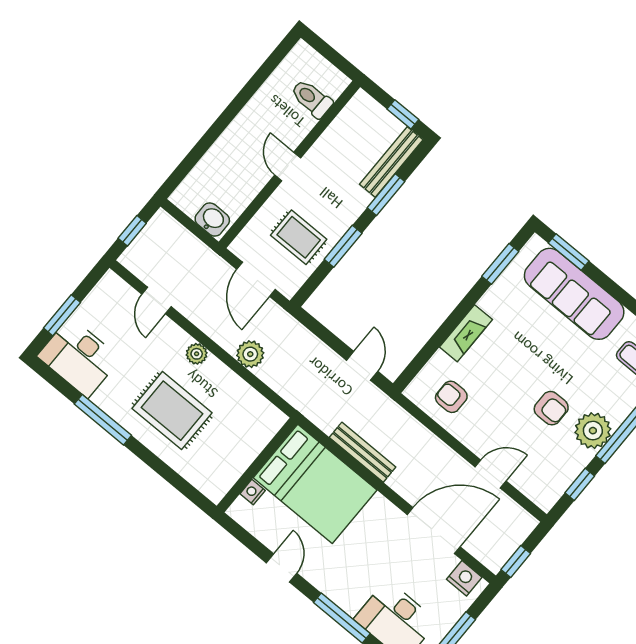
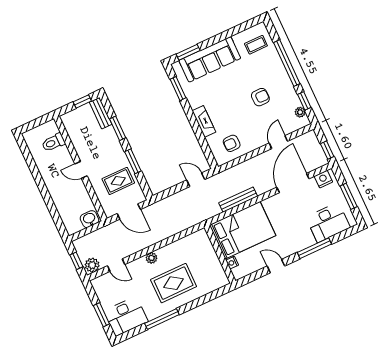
bench: (391, 162) -> (101, 113), width x0.73
plant: (250, 354) -> (92, 265), moved
plant: (593, 431) -> (300, 112), moved, width x0.53, depth x0.53

